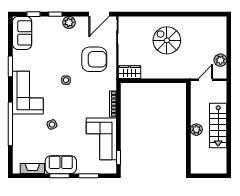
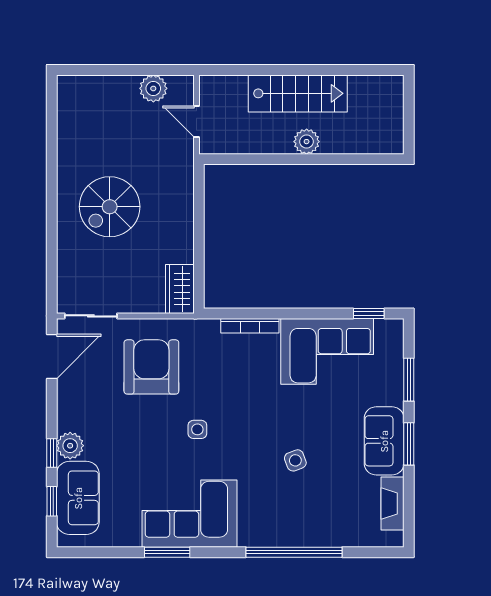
door: (99, 14) -> (52, 356), hinge flipped
plant: (69, 22) -> (70, 446), moved
sofa: (22, 33) -> (78, 498), moved, turned 90
corner sofa: (28, 93) -> (189, 514), moved

